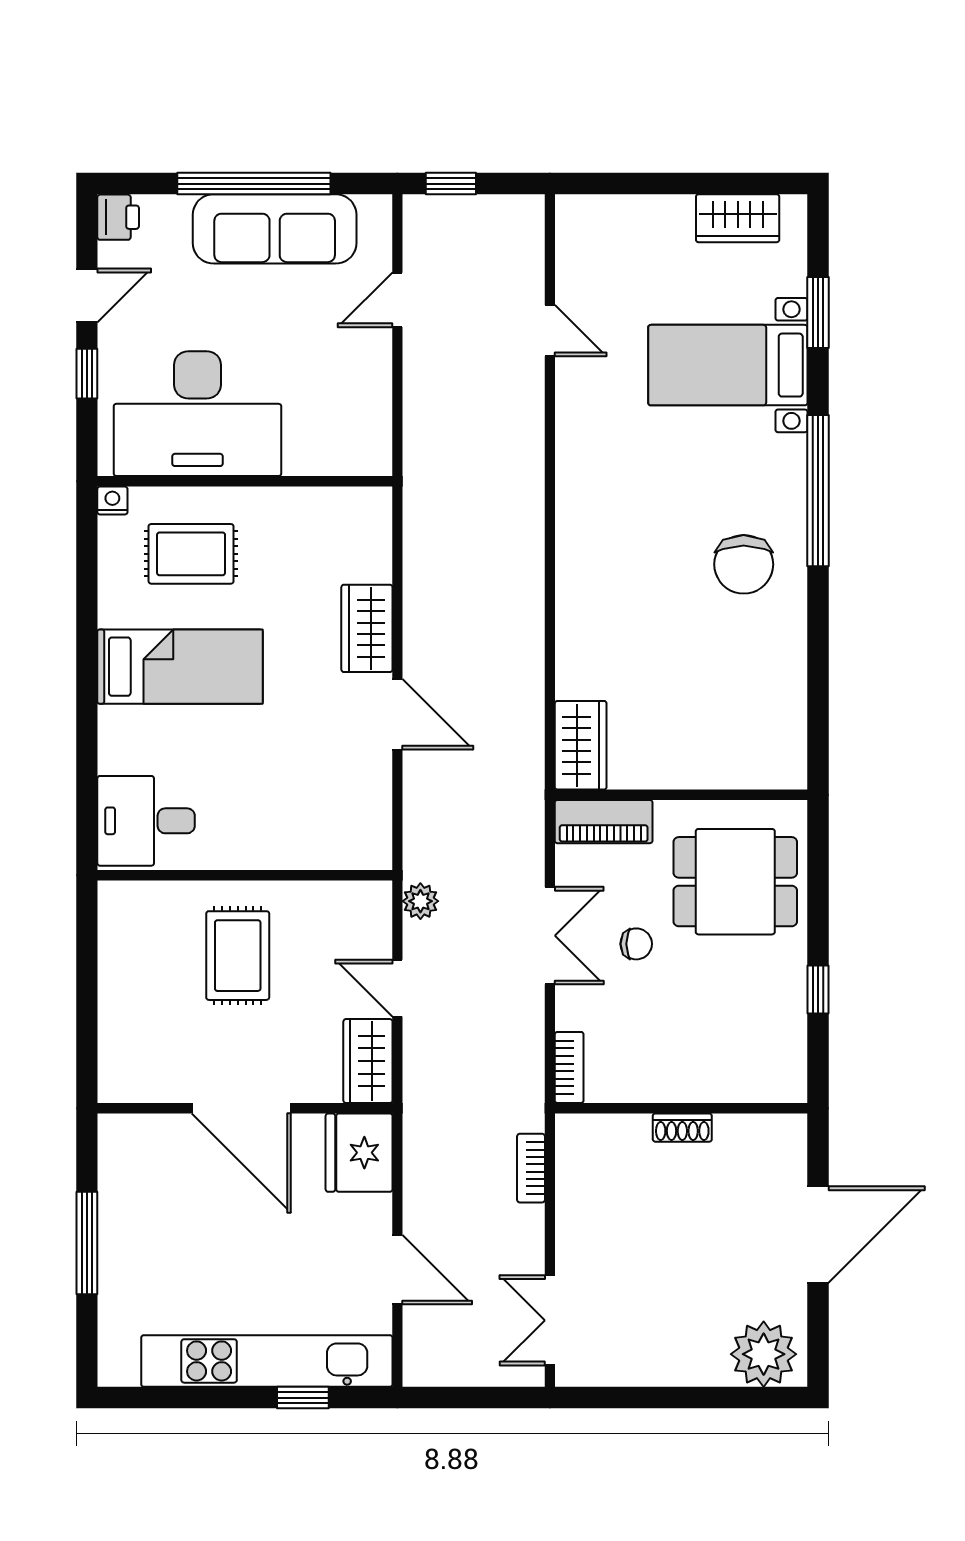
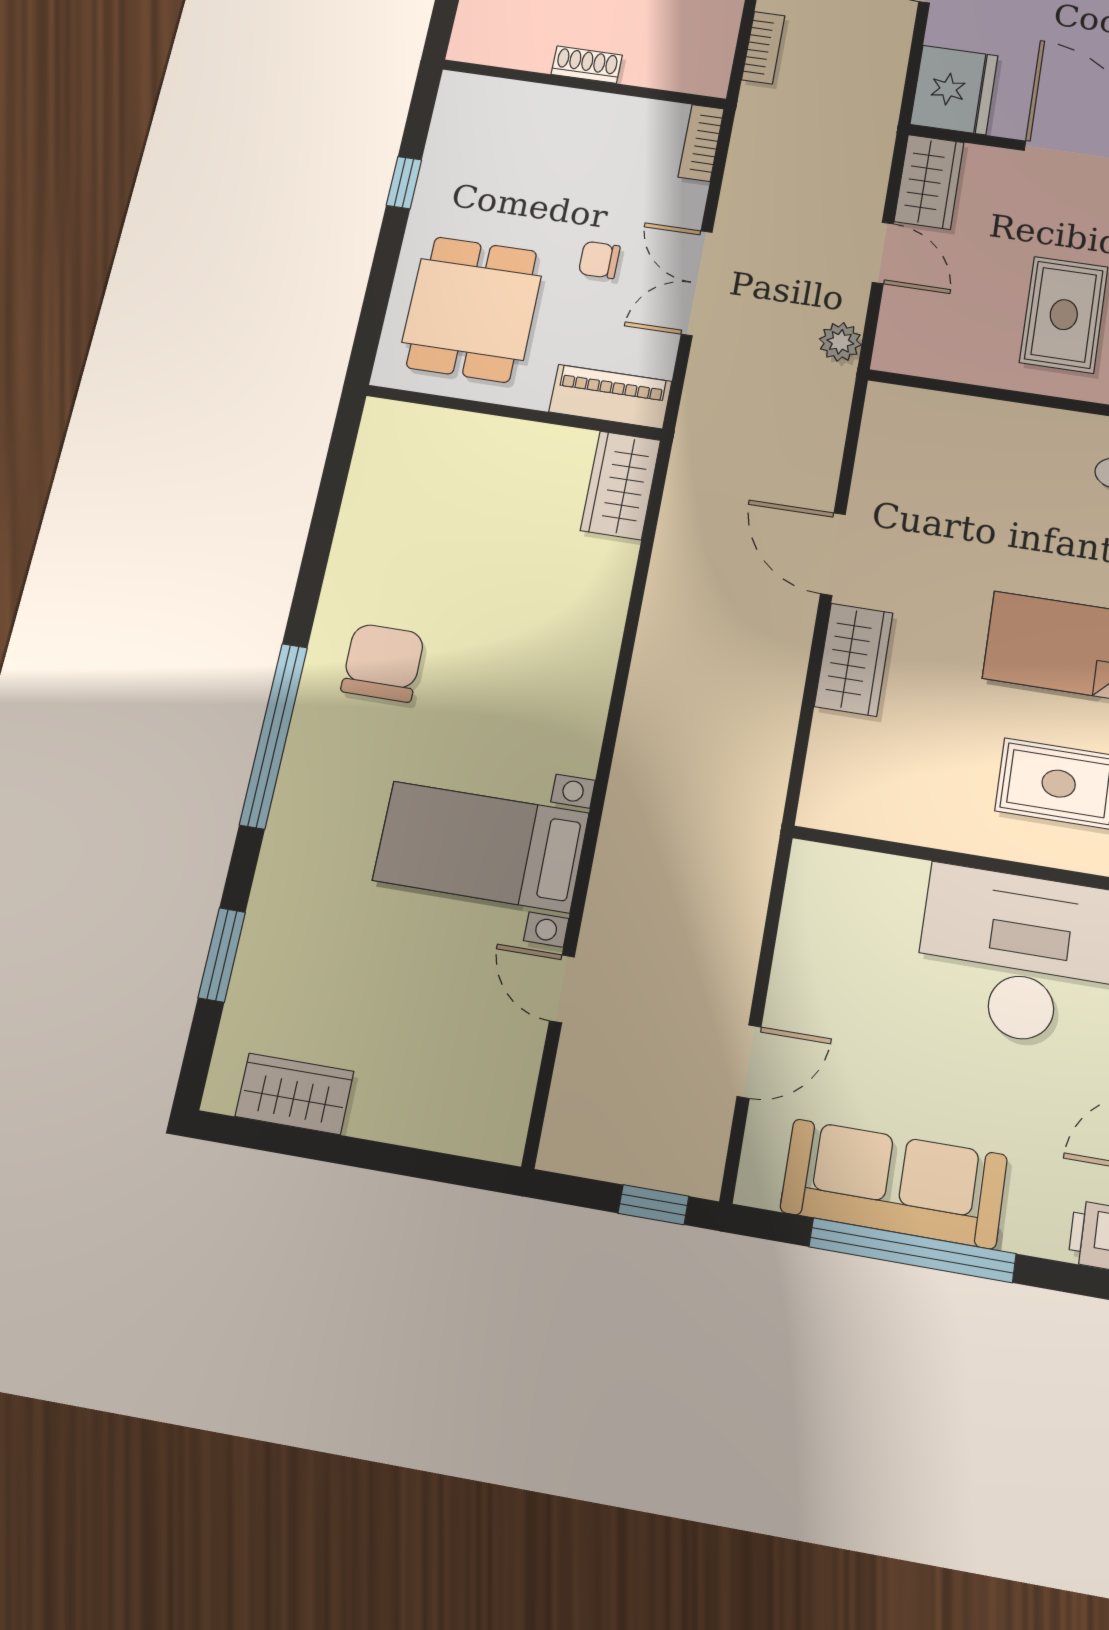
bed with nightstands: (728, 365) -> (481, 847), moved, turned 180
dining table: (735, 882) -> (472, 309), turned 90

